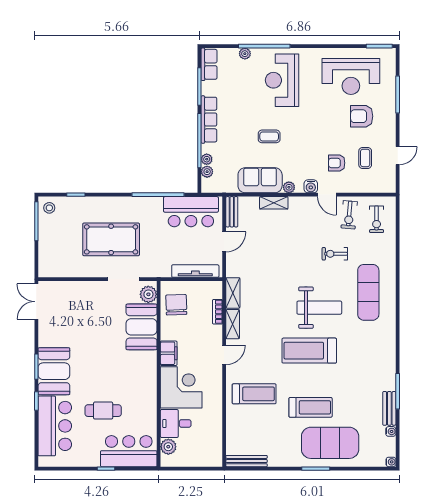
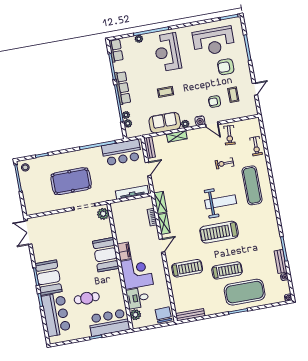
exercise bike: (377, 219) -> (256, 146), moved
chair: (176, 305) -> (164, 315), moved
booth: (142, 327) -> (106, 255), moved

